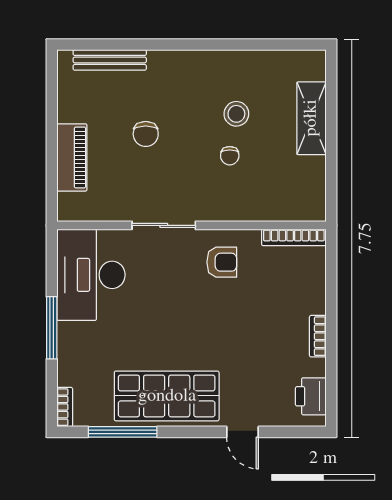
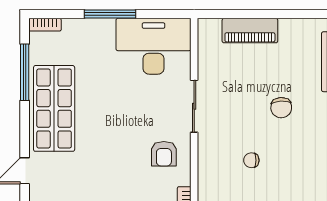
stool: (236, 114) -> (286, 166), removed
chair: (146, 134) -> (281, 108), moved, turned -93

